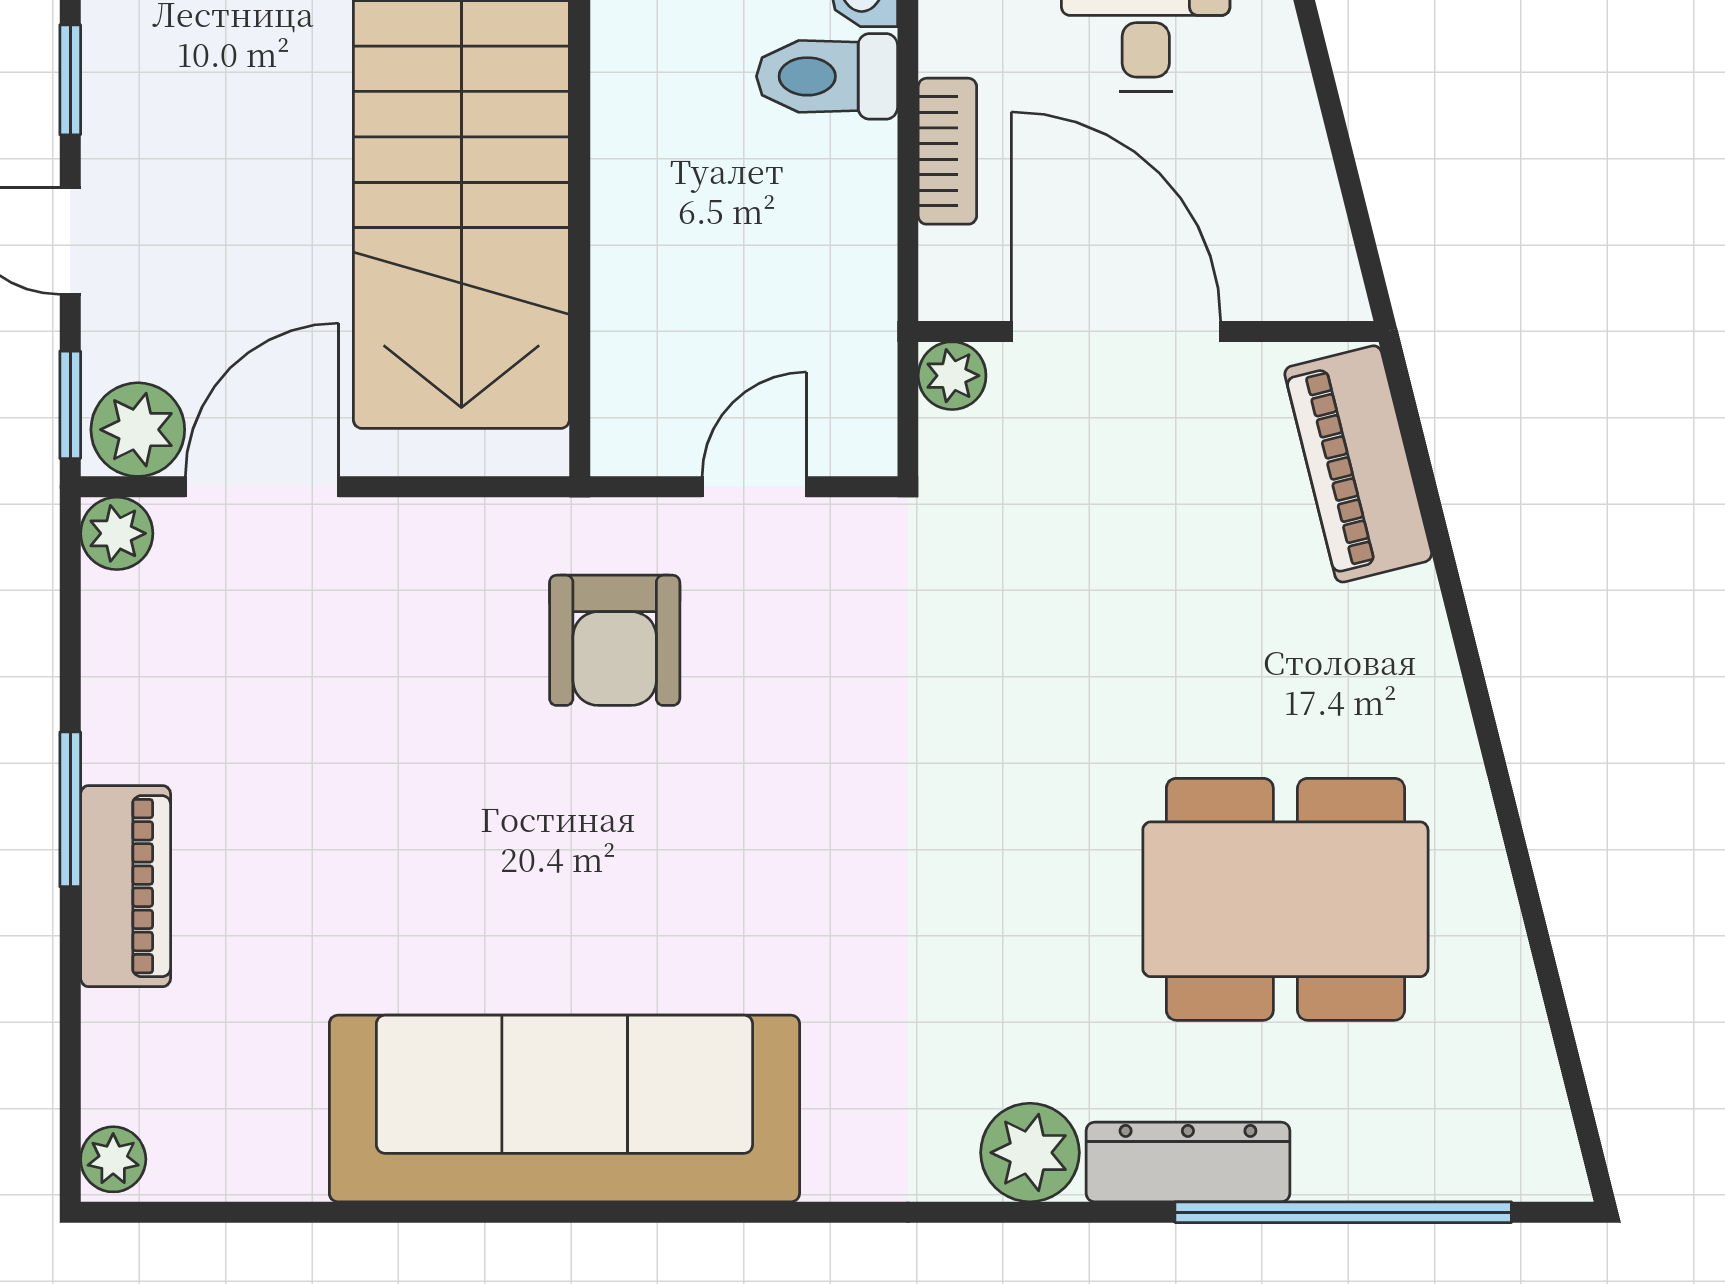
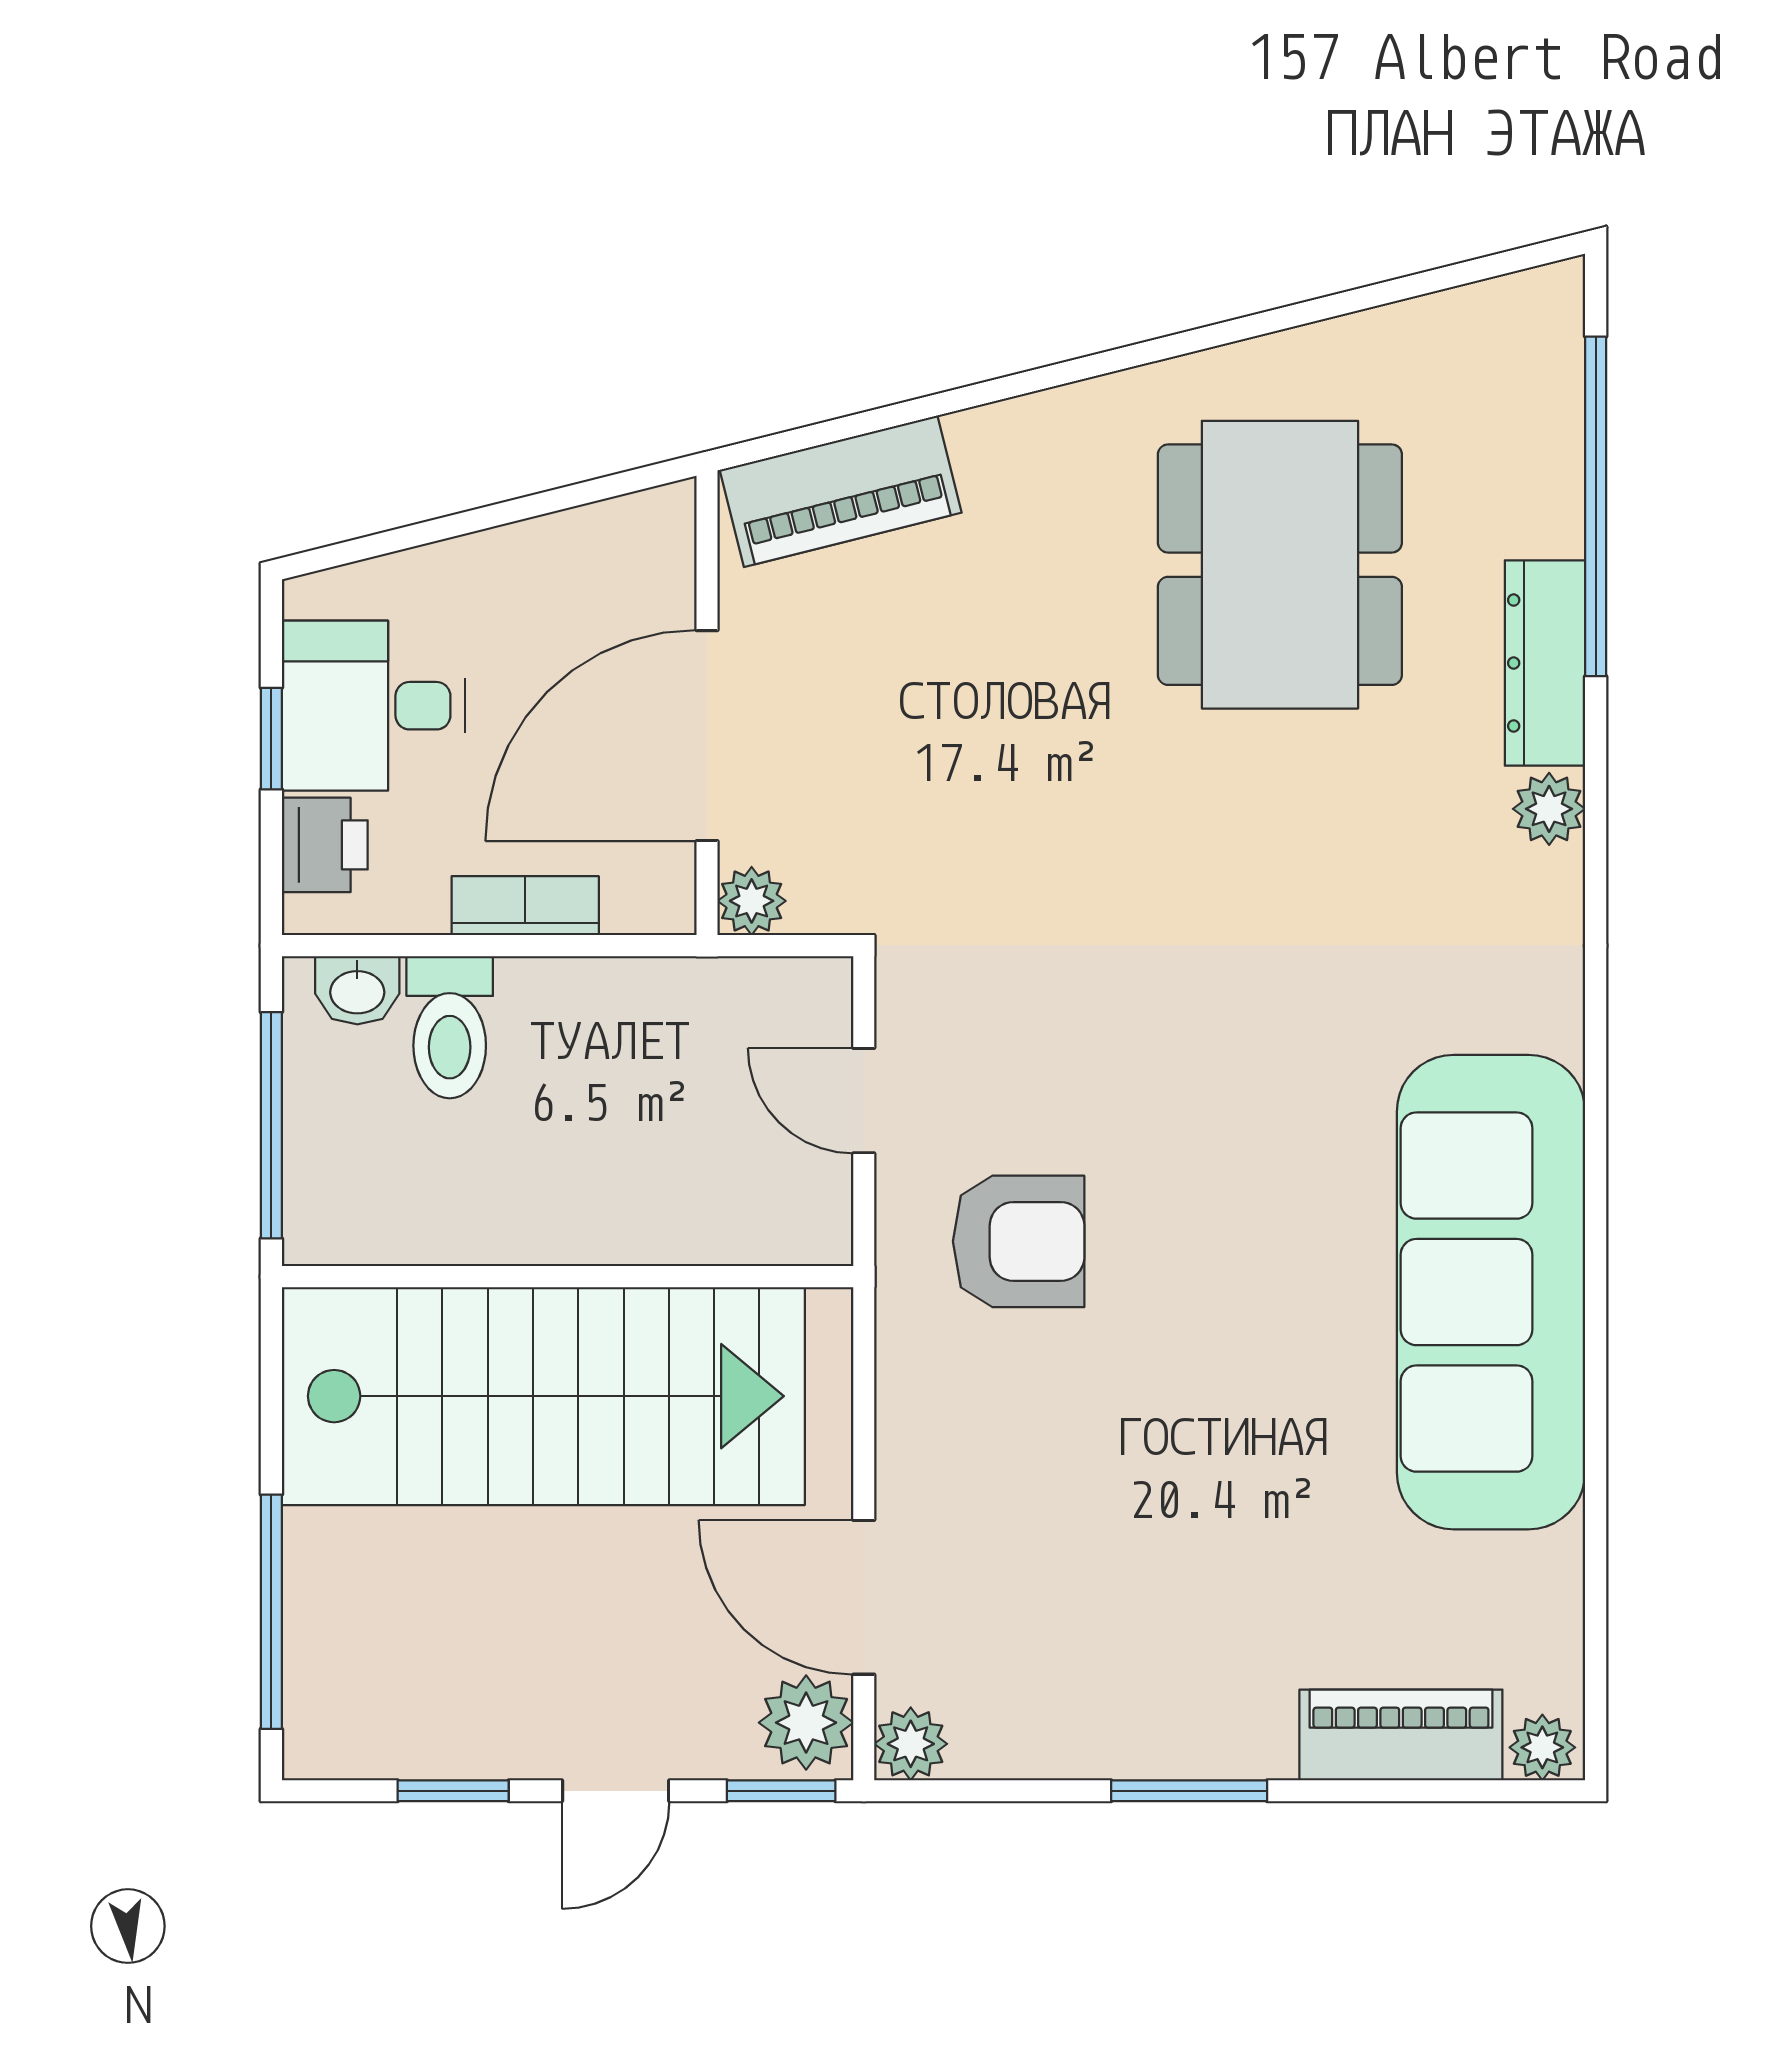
piano: (126, 886) -> (1401, 1735), moved
plant: (1030, 1153) -> (1549, 809), width x0.73, depth x0.73

